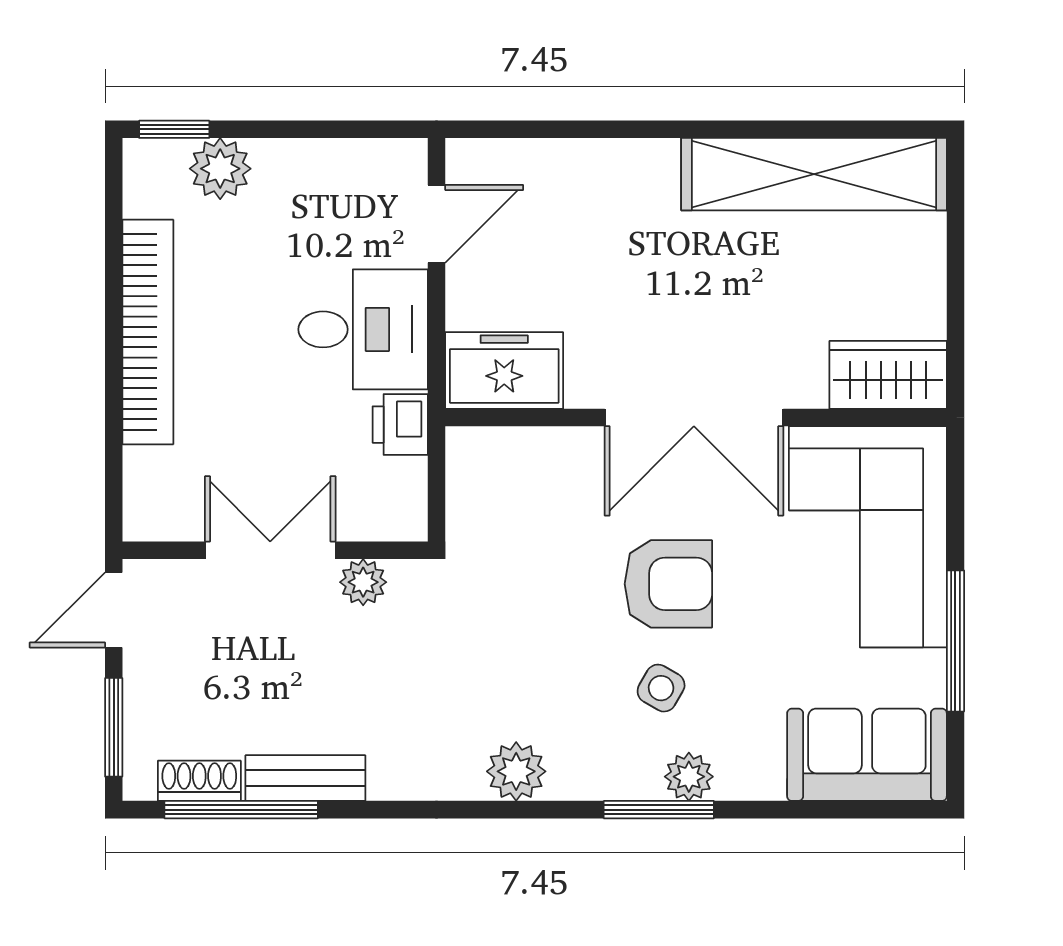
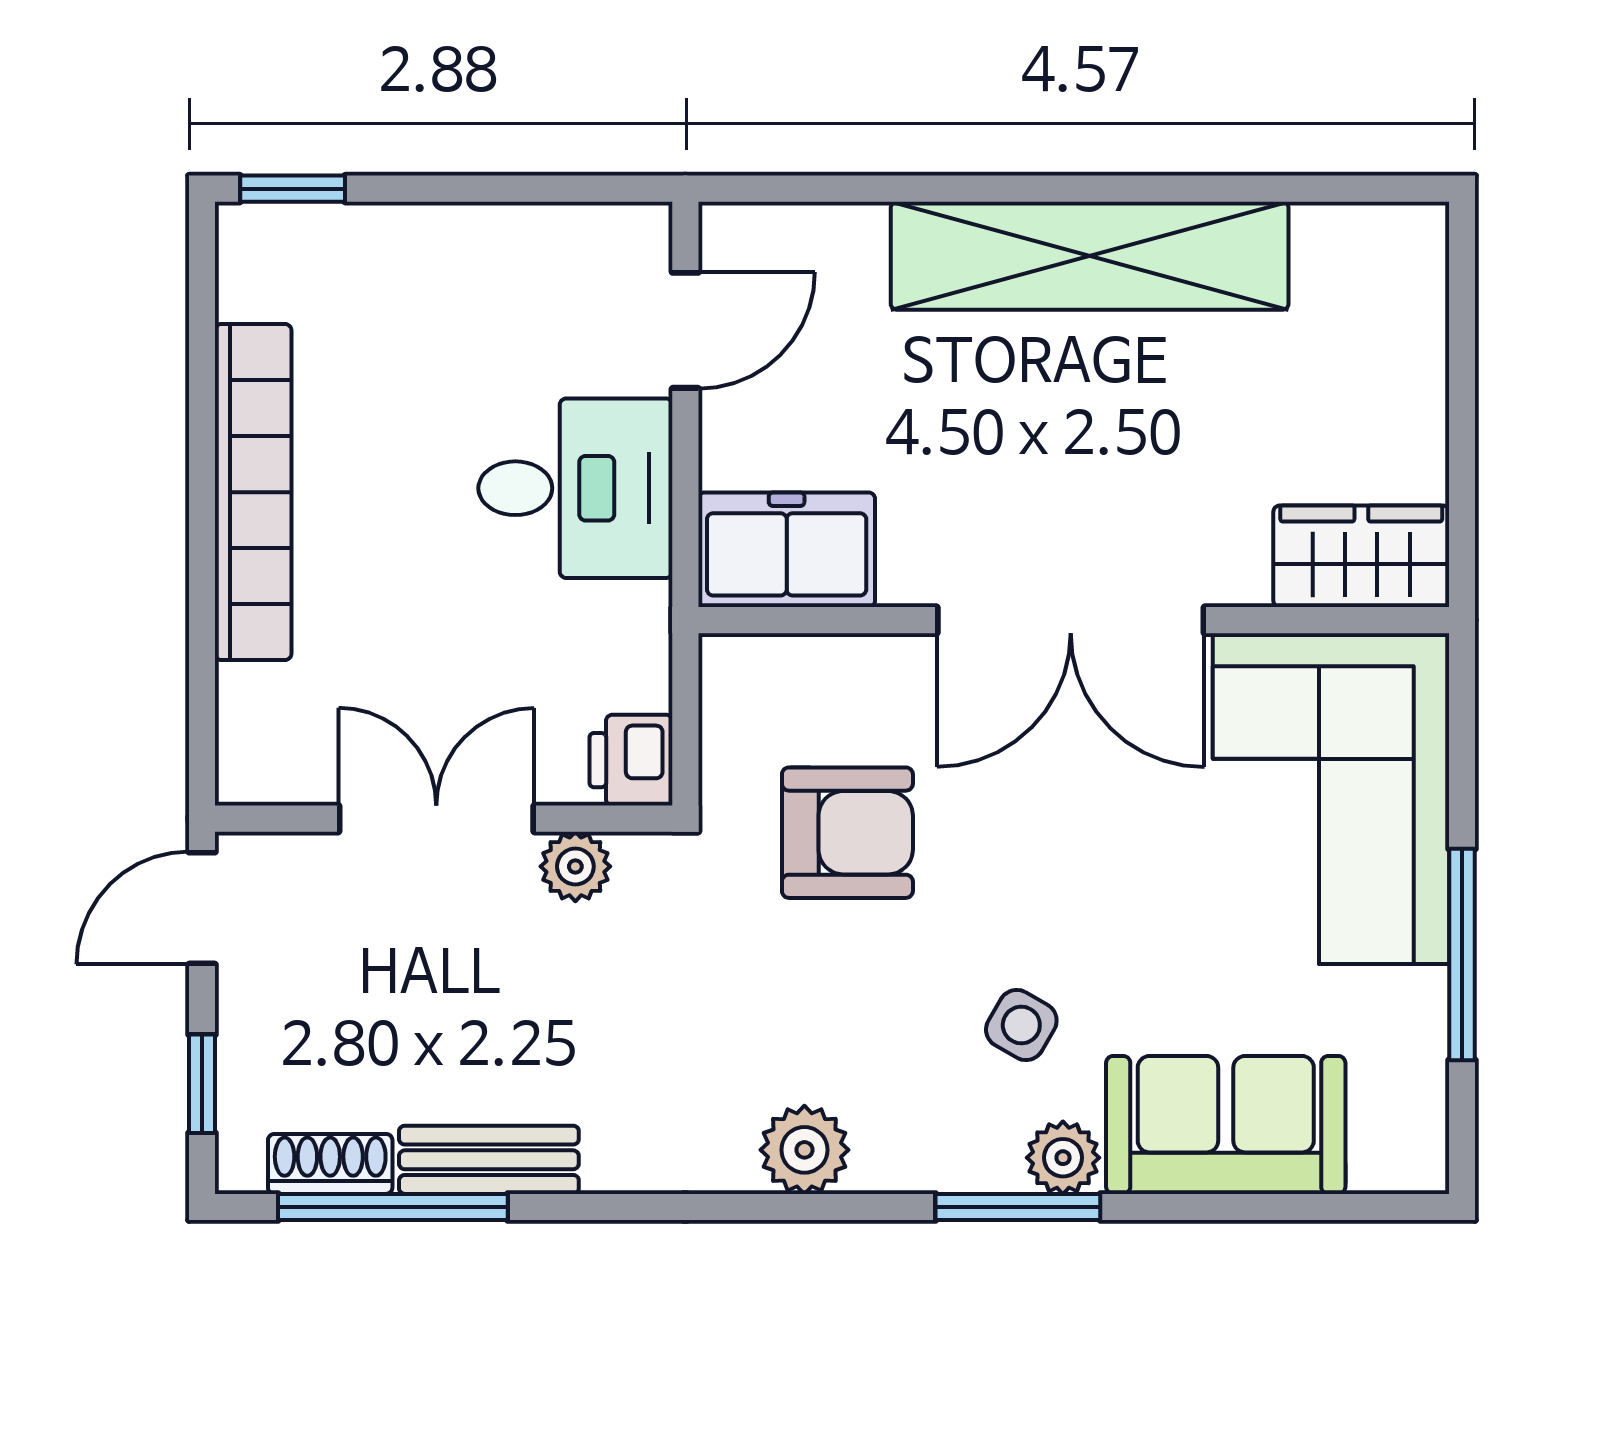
plant: (220, 169) -> (361, 247), removed
shelving: (814, 174) -> (1090, 256), moved
printer: (400, 425) -> (631, 760), moved
armchair: (668, 584) -> (847, 833), moved
window: (114, 727) -> (202, 1084), width x0.67
sofa: (867, 755) -> (1226, 1125), moved

